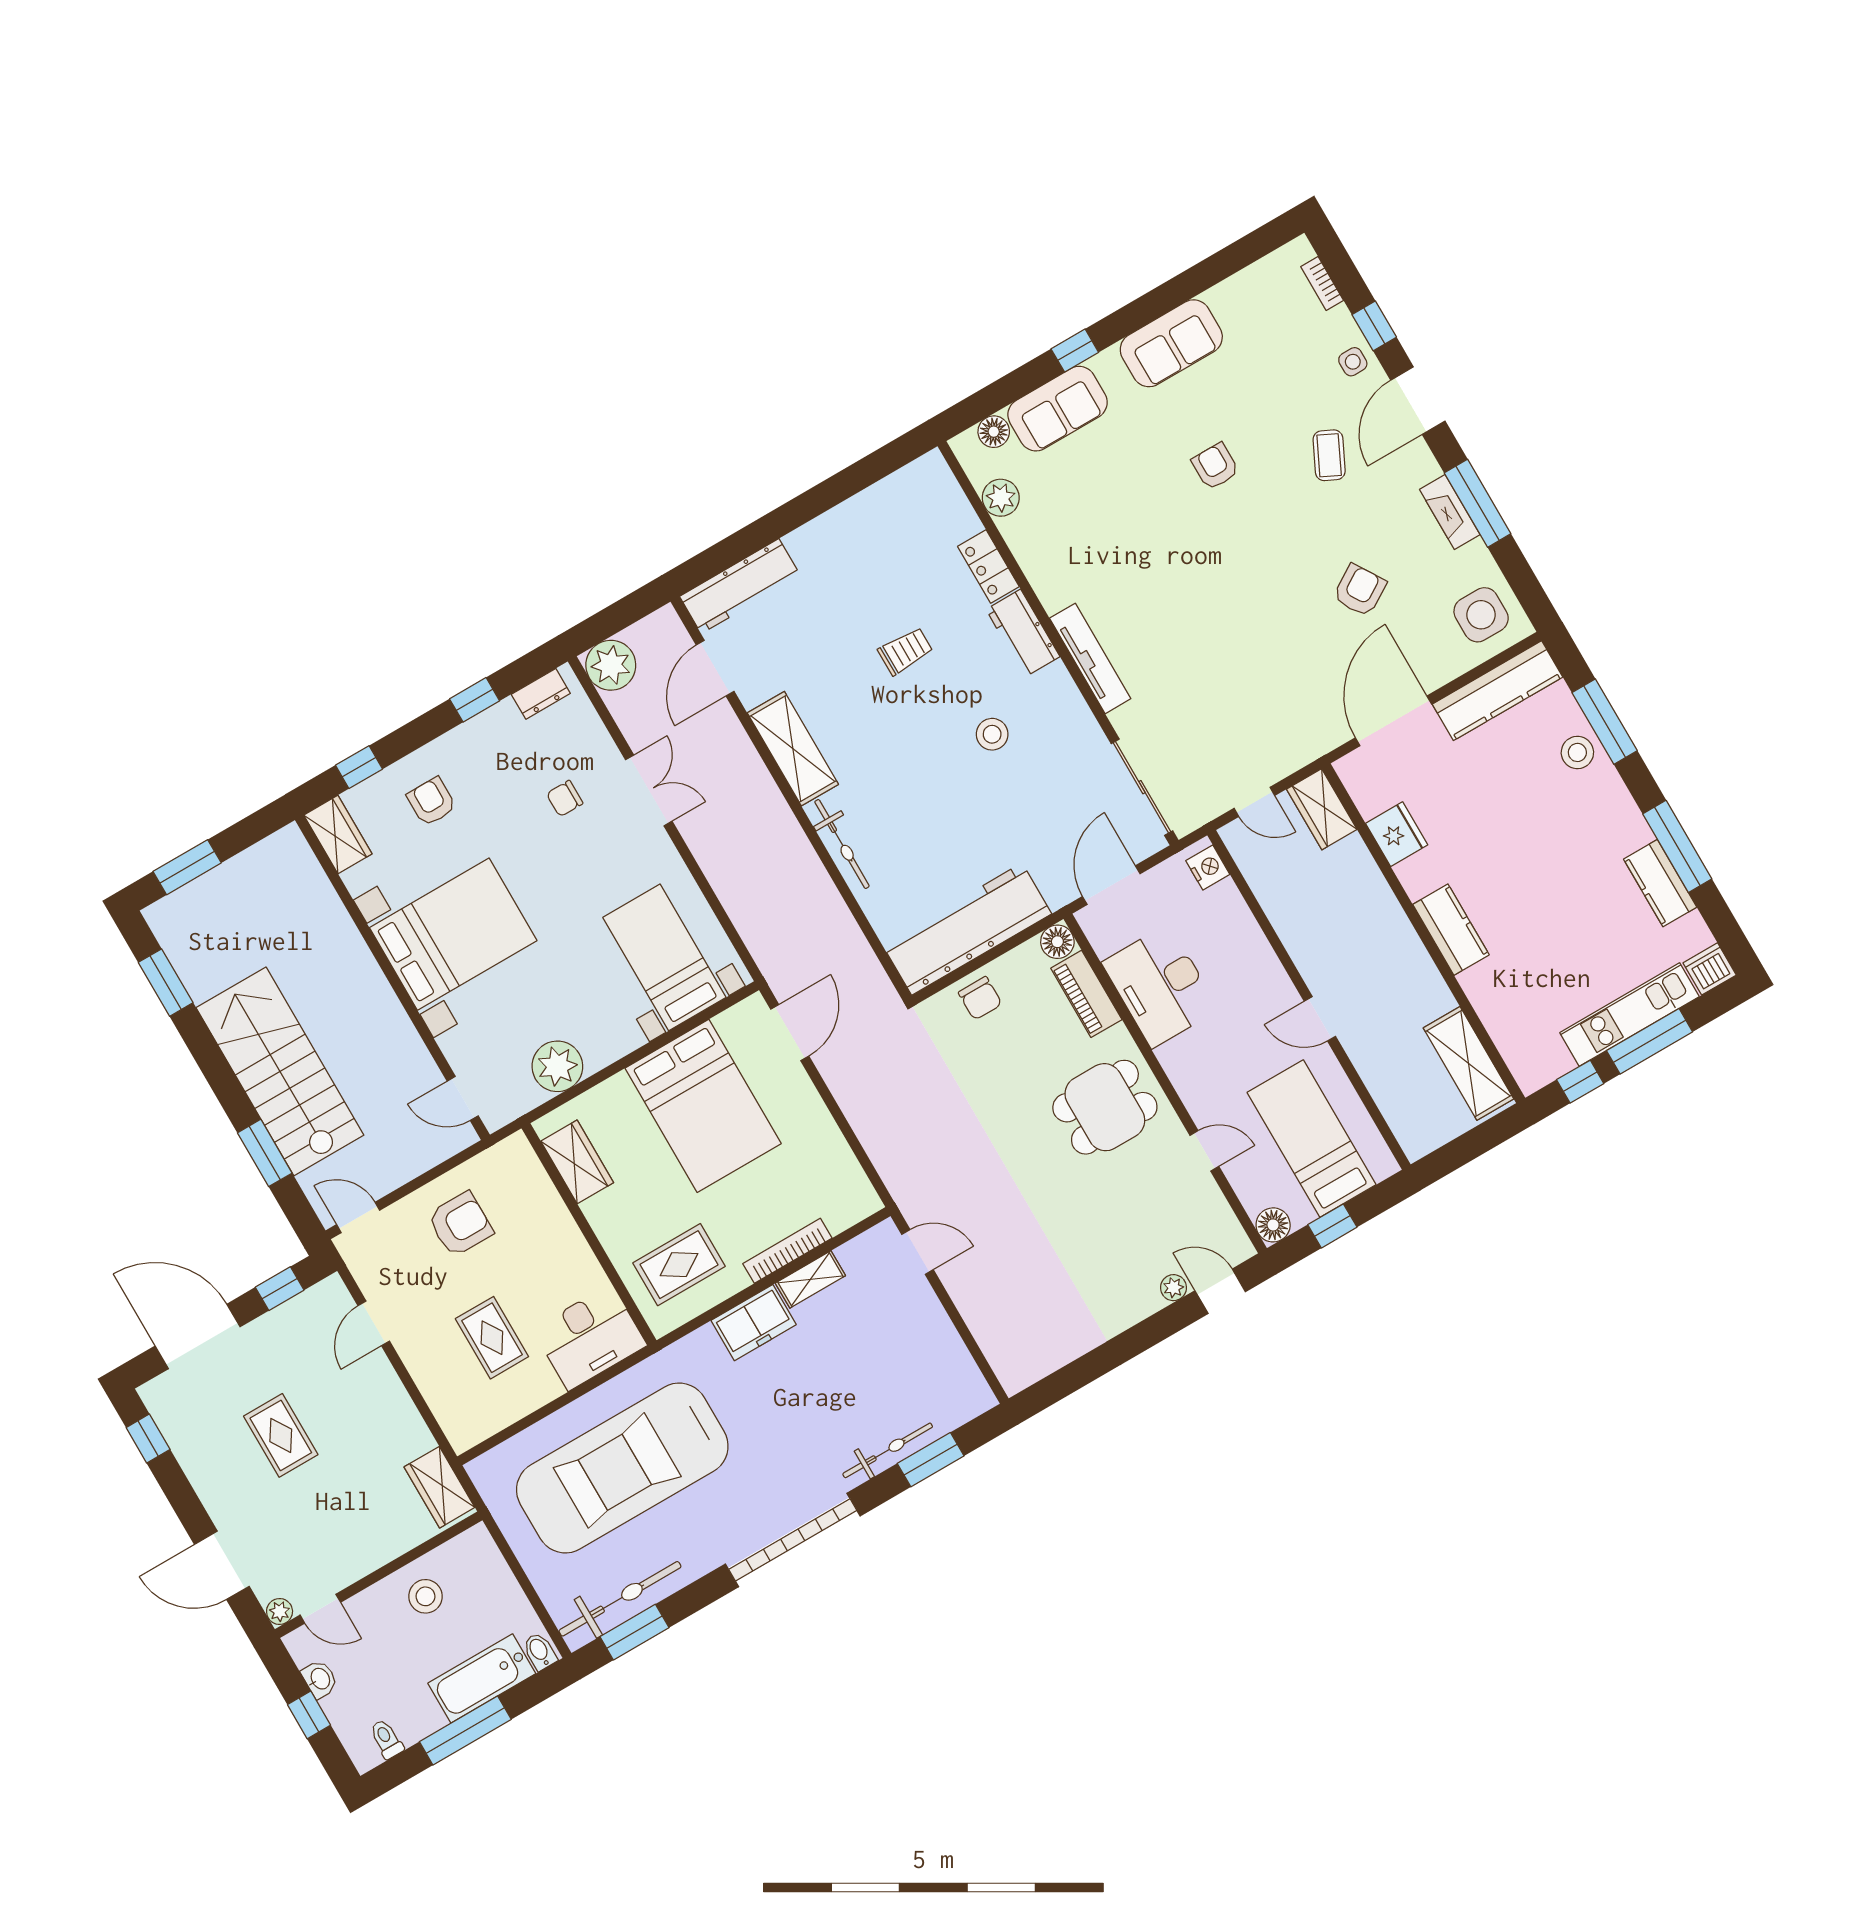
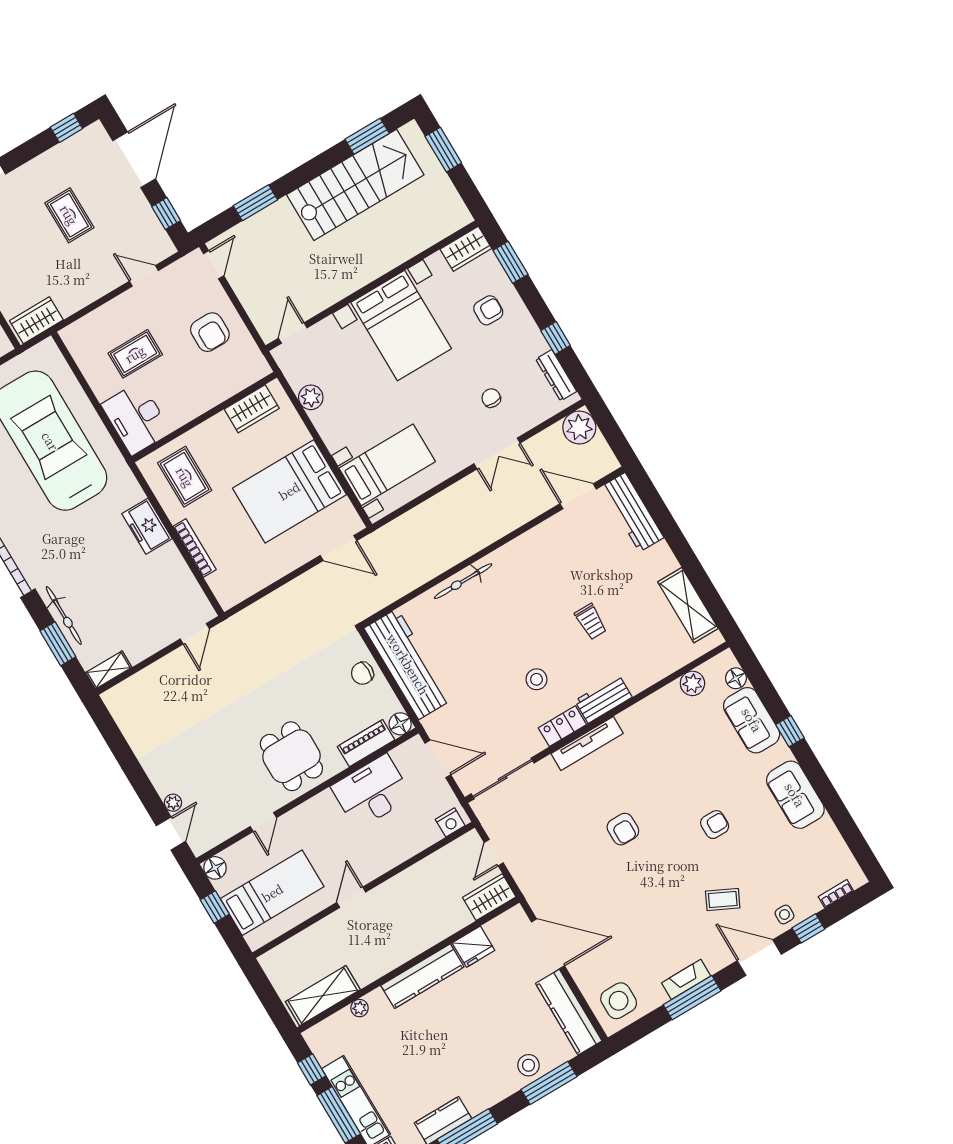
locker: (988, 567) -> (562, 726), moved
armchair: (1360, 590) -> (623, 829), moved, turned 32
dresser: (541, 694) -> (556, 375), width x1.44
shelving: (793, 749) -> (688, 605), moved, turned 90
window: (359, 767) -> (510, 262), width x1.50
kitchen counter: (1451, 930) -> (422, 976), width x1.50
plant: (1488, 1008) -> (359, 1008), added
plant: (557, 1066) -> (311, 397), width x0.73, depth x0.73
stairs: (280, 1071) -> (355, 185), moved
shelving: (810, 1279) -> (109, 670), moved, turned 90
rug: (281, 1435) -> (69, 215), turned 90

